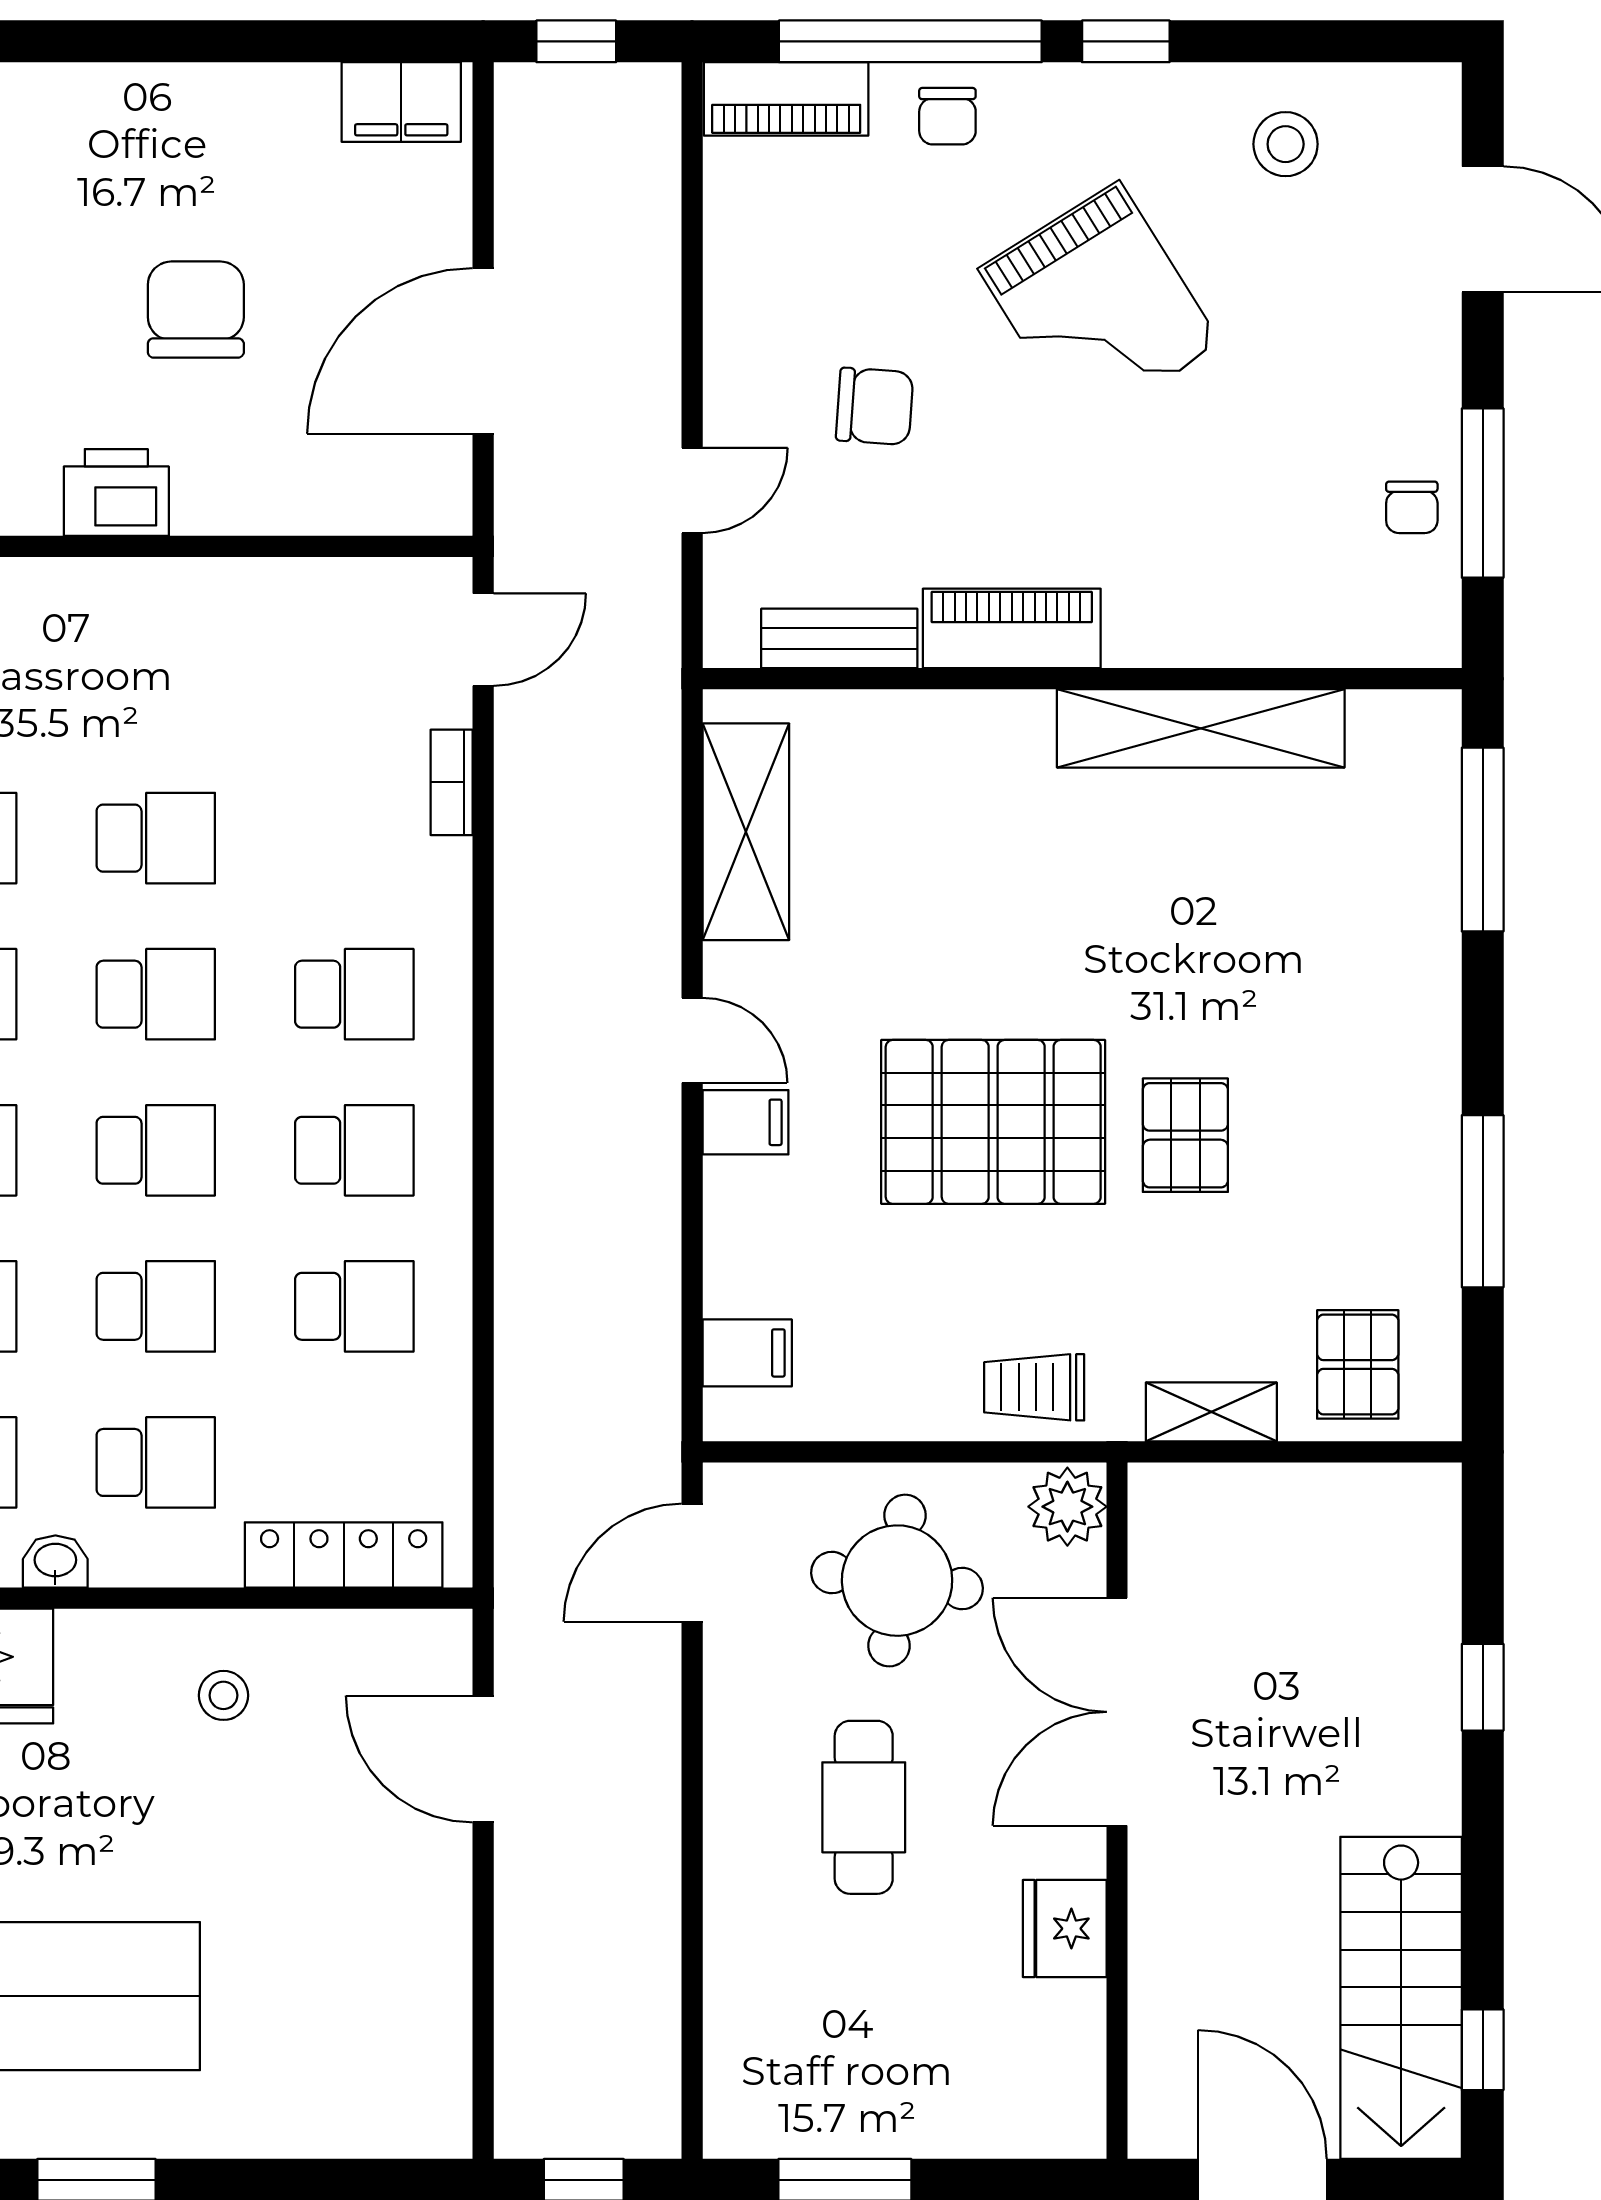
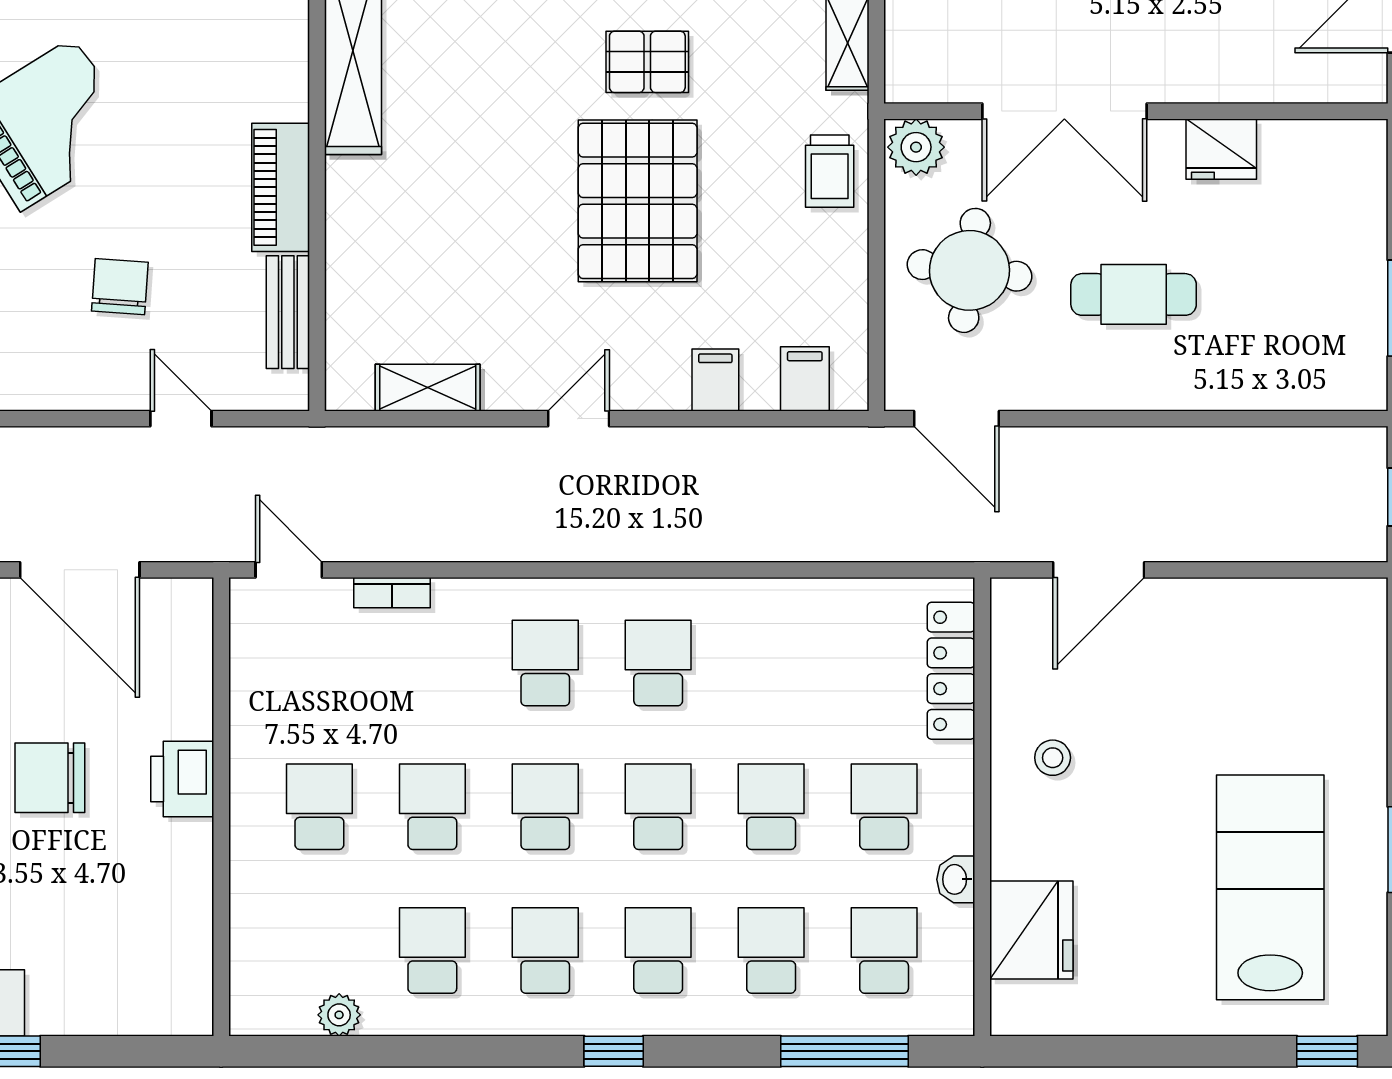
printer: (116, 492) -> (182, 779), moved
shelving: (746, 832) -> (428, 388), width x0.67, depth x0.75
filing cabinet: (745, 1122) -> (715, 380), moved
school desk: (354, 1306) -> (319, 807), moved

